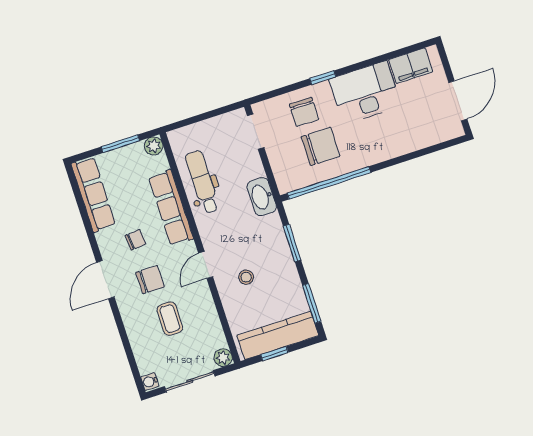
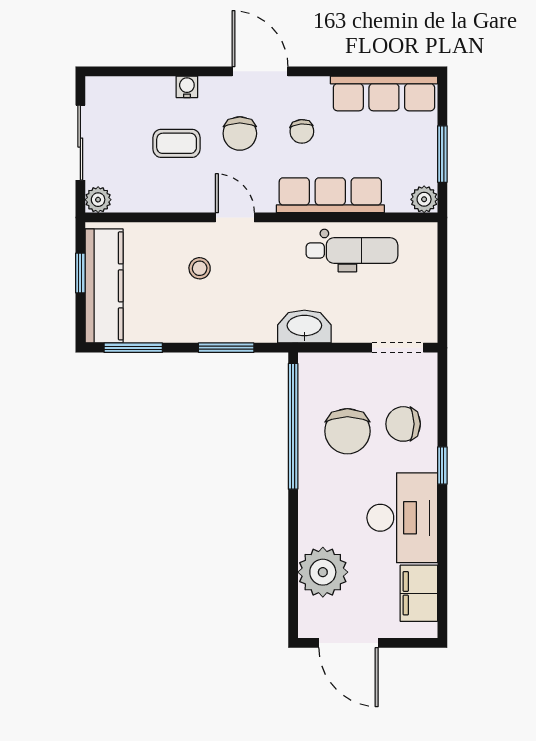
plant: (417, 133) -> (323, 572), added
water cooler: (150, 382) -> (187, 87), moved

